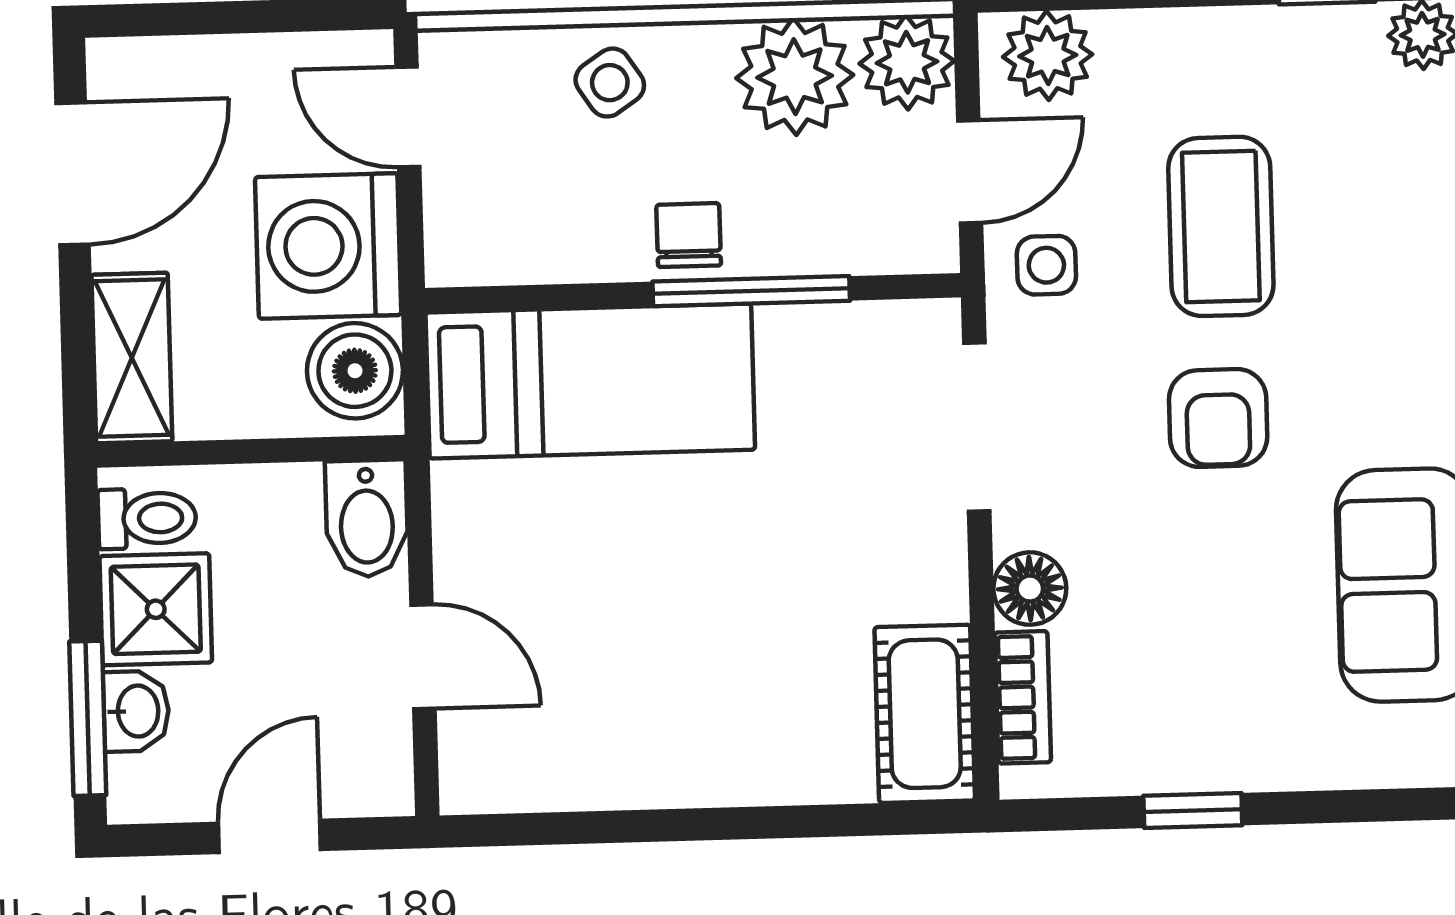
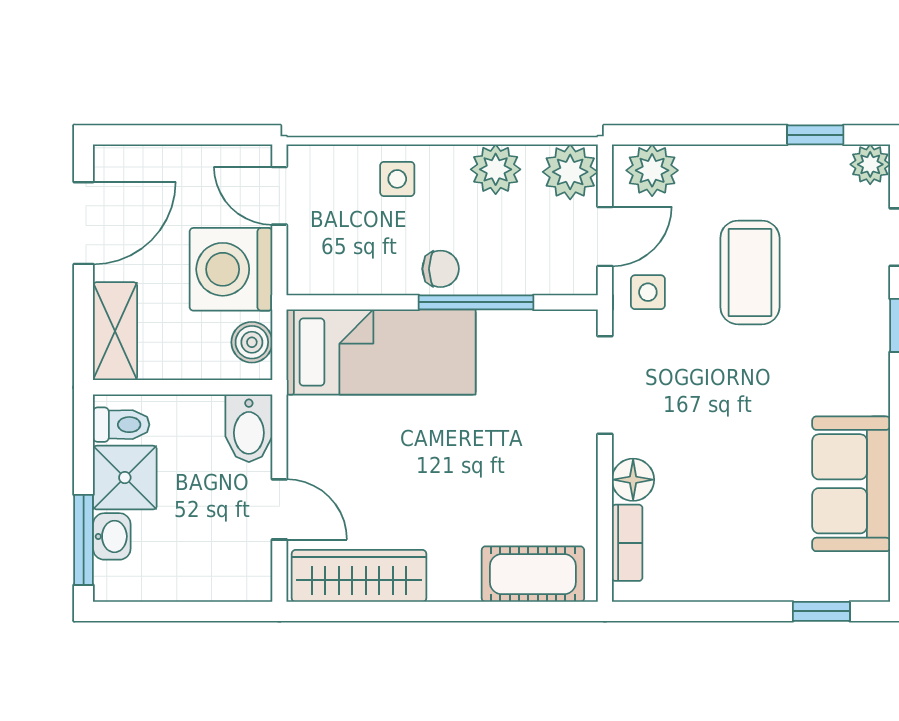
plant: (795, 77) -> (496, 169), width x0.73, depth x0.73
side table: (610, 83) -> (397, 179), turned 34
chair: (689, 235) -> (441, 269), turned 90
boiler: (355, 371) -> (252, 342), width x0.73, depth x0.73
armchair: (1218, 418) -> (745, 384), removed
cot: (925, 714) -> (533, 574), moved, turned 90
wardrobe: (563, 767) -> (359, 576), added
window: (1193, 811) -> (821, 611), moved
door: (270, 836) -> (187, 611), removed

